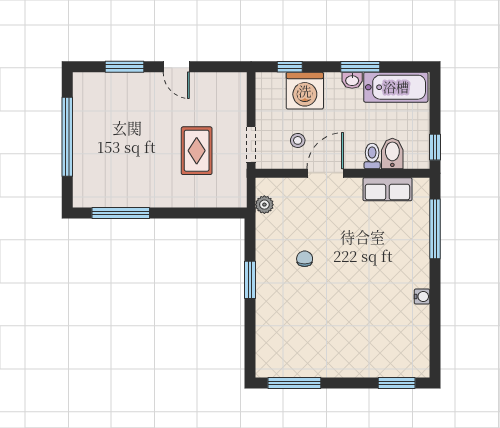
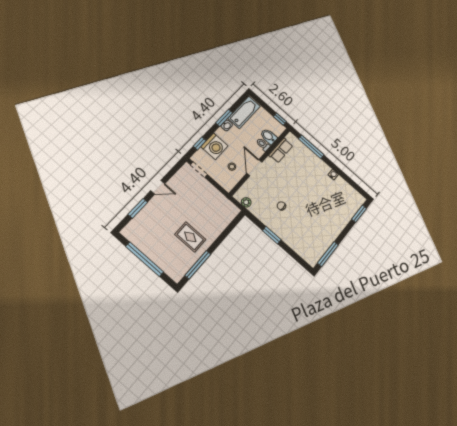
doorway: (251, 144) -> (199, 170), moved
rug: (197, 151) -> (190, 237), moved

